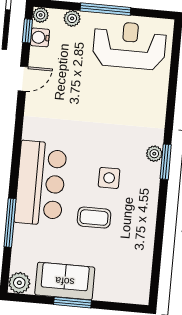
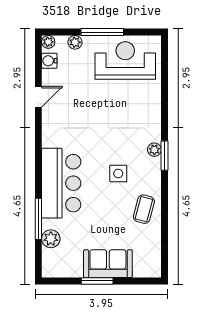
window: (27, 31) -> (38, 56), removed
coffee table: (94, 218) -> (144, 209), moved, turned -75
sofa: (65, 281) -> (108, 264), moved
plant: (19, 283) -> (51, 239), moved

